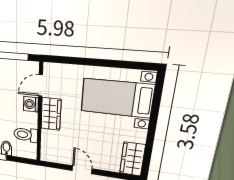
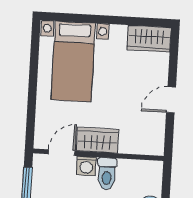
door: (41, 85) -> (62, 153), swing flipped
toilet: (26, 135) -> (107, 174), moved

